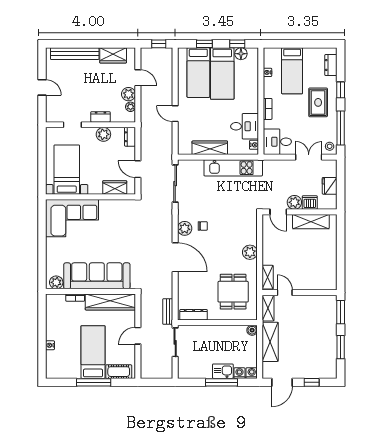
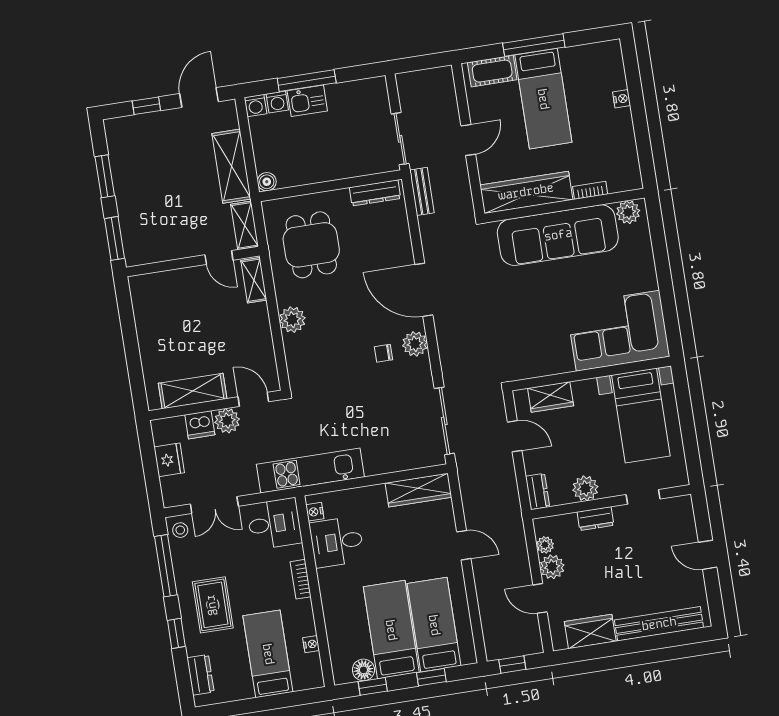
wardrobe: (210, 148) -> (418, 490), moved
kitchen unit: (233, 168) -> (310, 471), moved

